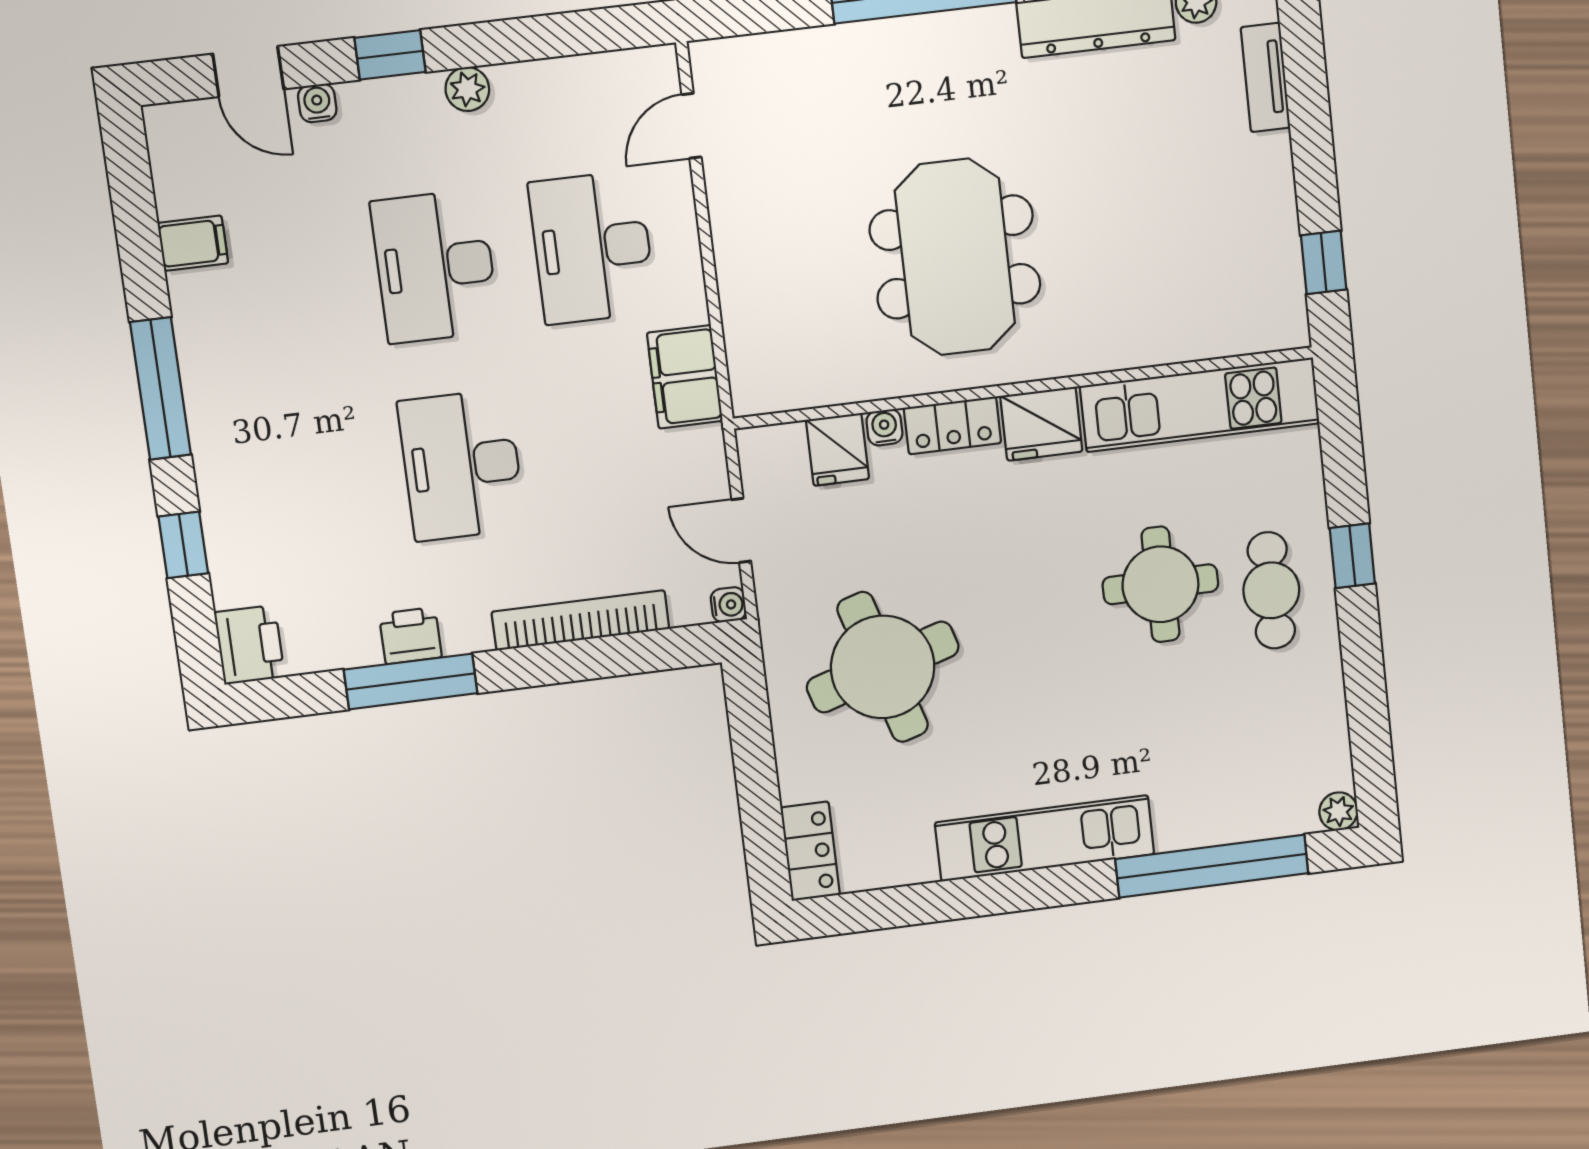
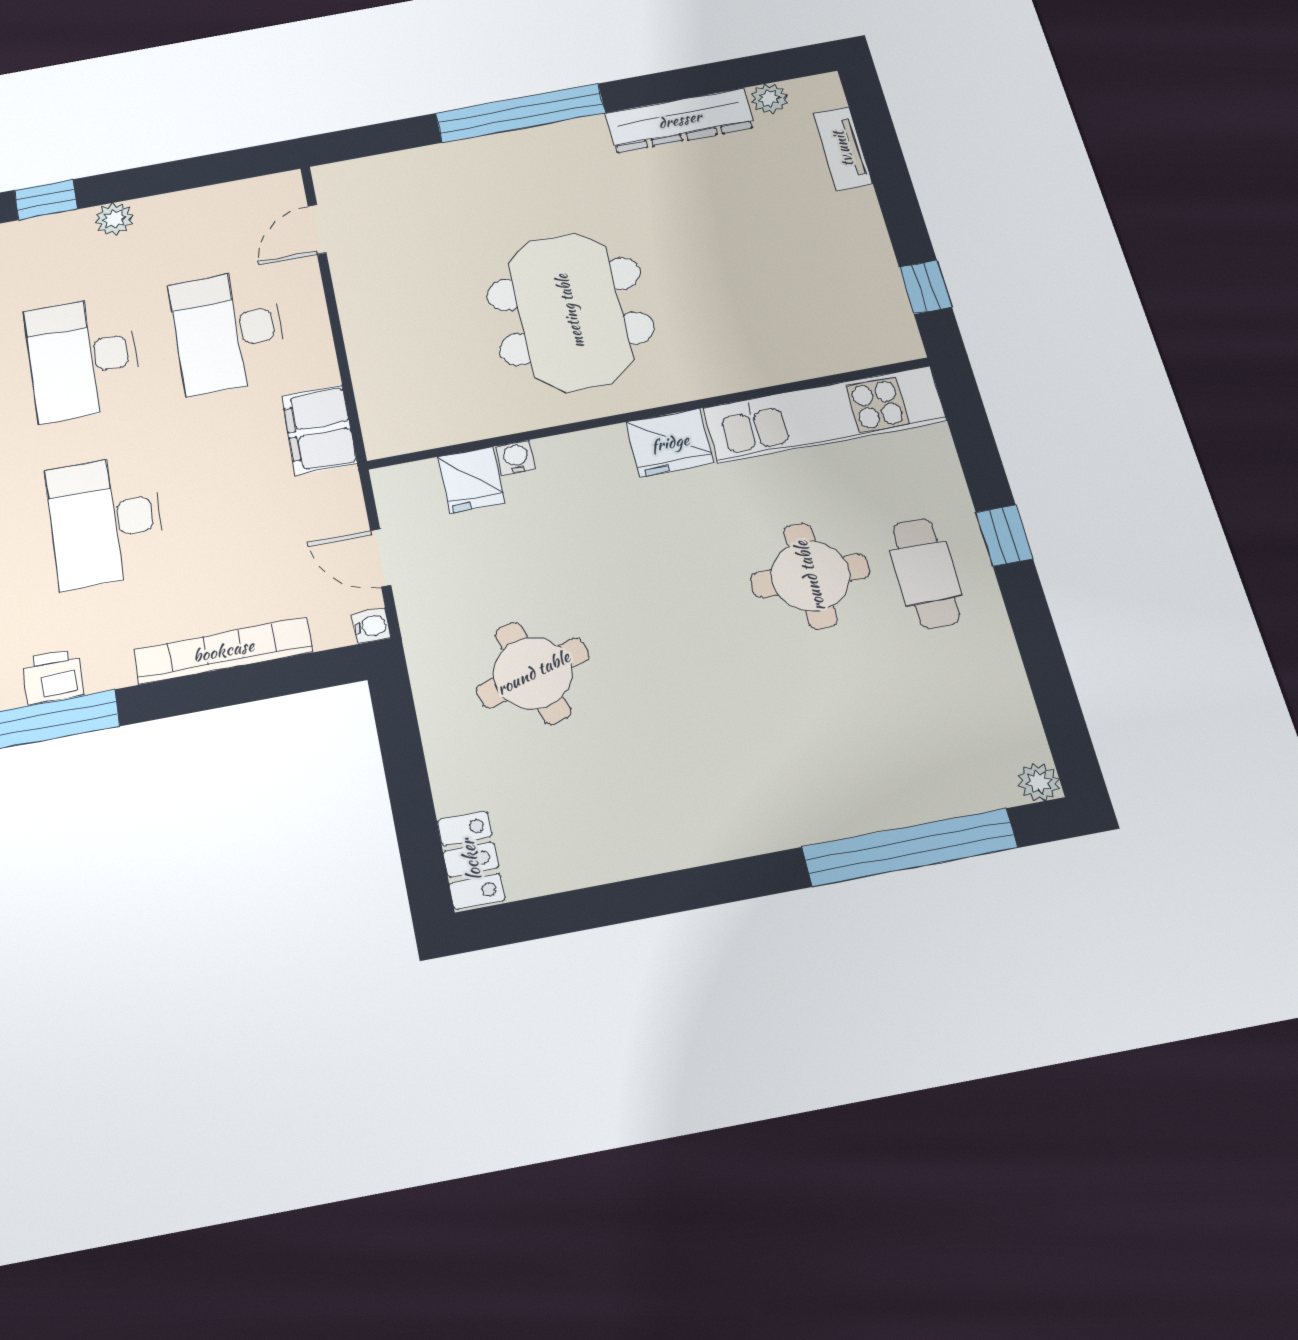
locker: (952, 425) -> (582, 451), removed
round table: (883, 667) -> (533, 673), width x0.73, depth x0.73
kitchen unit: (1045, 838) -> (722, 830), removed

